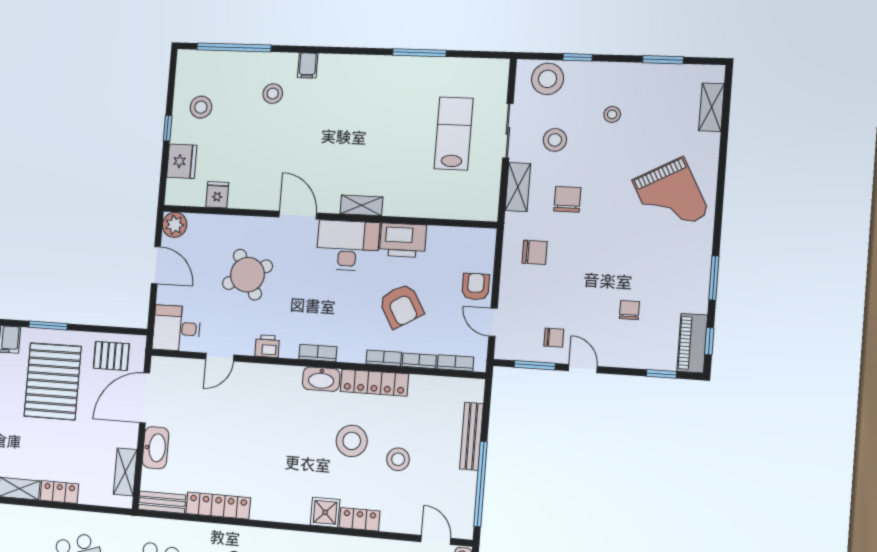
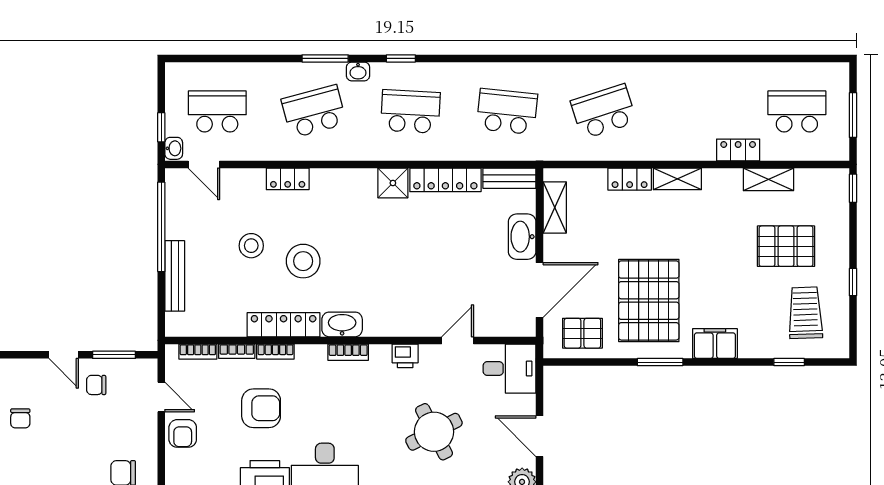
armchair: (401, 306) -> (261, 408), turned 120
shower: (325, 512) -> (393, 183), moved

